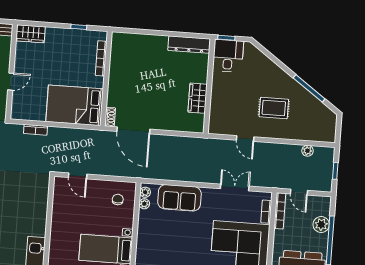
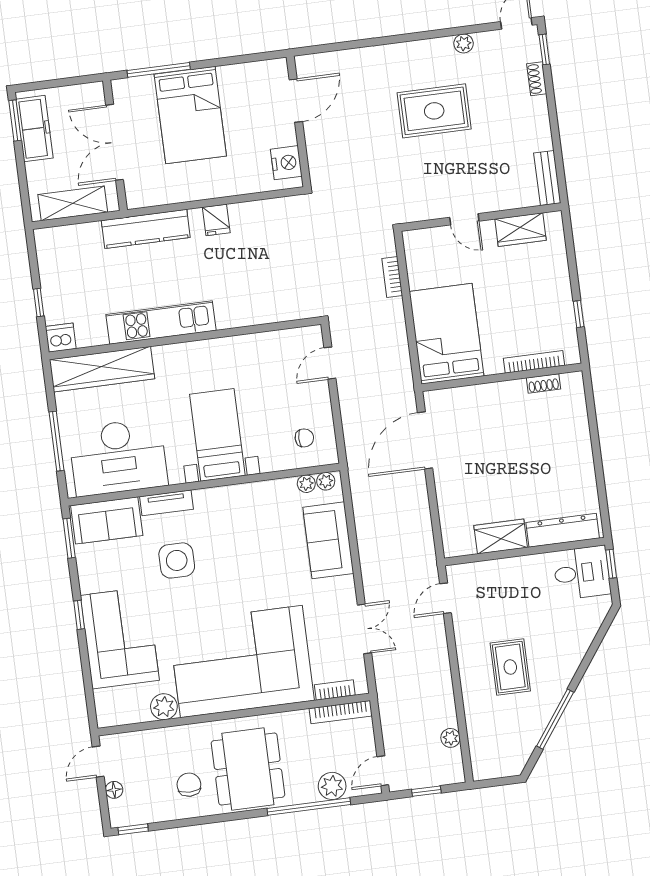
wardrobe: (31, 34) -> (520, 230), moved, turned -90
dresser: (189, 45) -> (563, 530), moved, turned 90
shoe rack: (110, 117) -> (543, 383), moved
door: (245, 139) -> (446, 598), moved
door: (299, 192) -> (383, 771), moved

